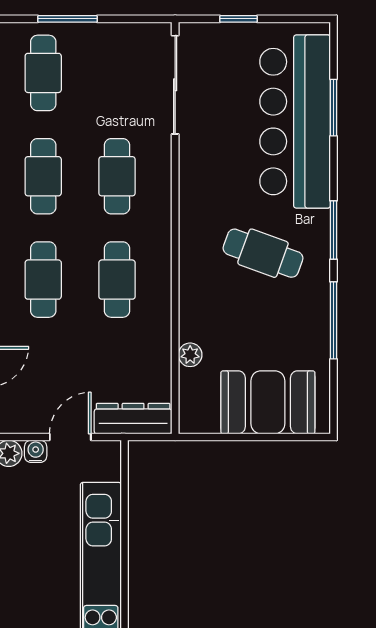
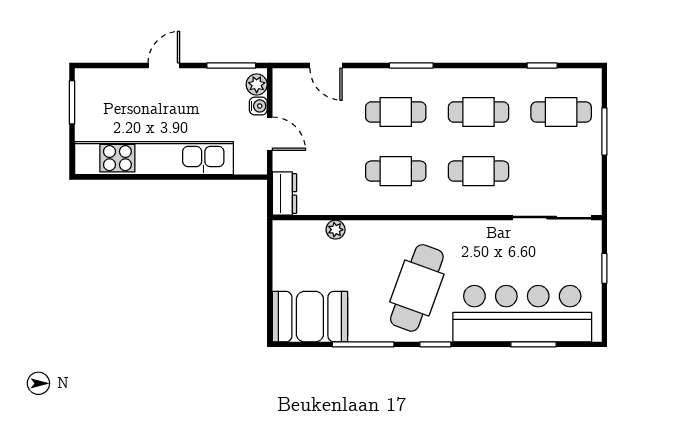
window: (334, 230) -> (435, 344), width x0.67
cafe table: (263, 253) -> (417, 288), width x1.37, depth x1.35
booth: (268, 402) -> (310, 317), moved, turned 90
dresser: (133, 419) -> (284, 193), width x0.70

